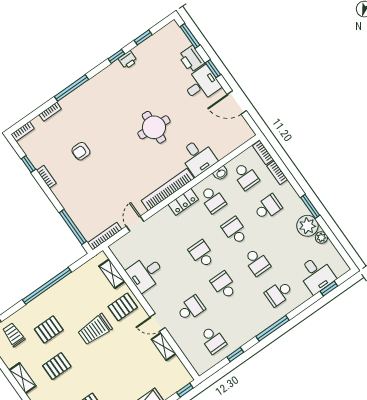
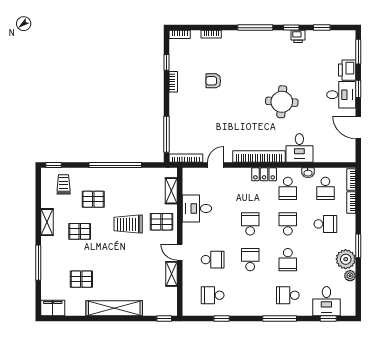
window: (72, 88) -> (255, 28), moved
window: (273, 328) -> (280, 318), moved
school desk: (213, 340) -> (213, 295), turned 90

